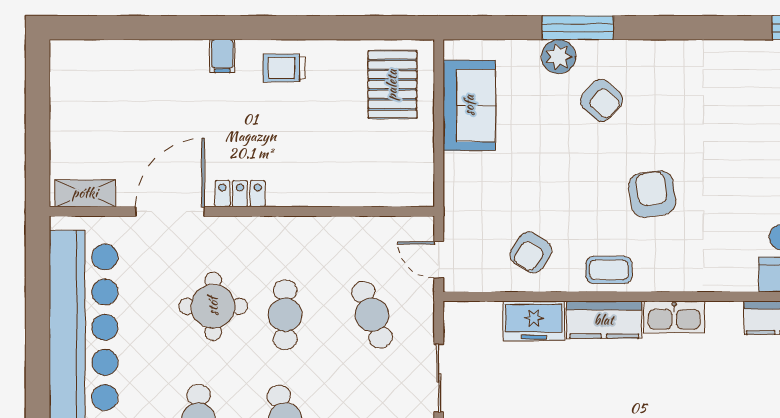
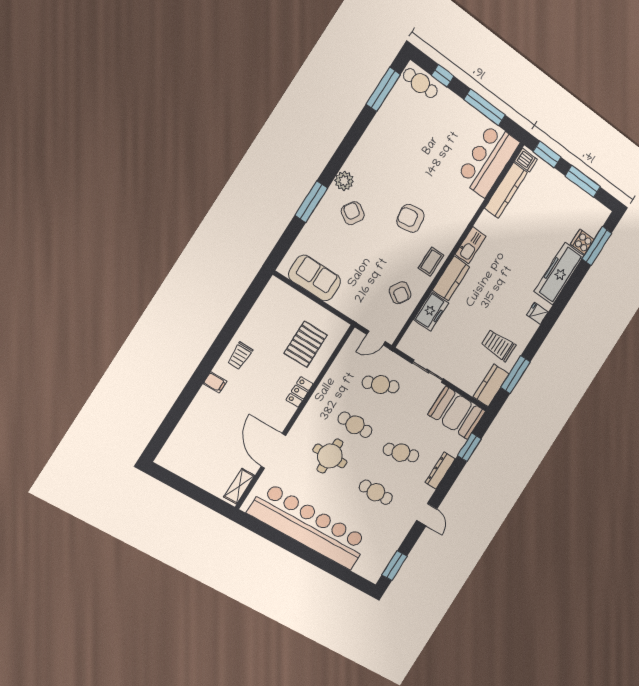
plant: (559, 57) -> (344, 181), moved
pallet: (392, 85) -> (306, 344), moved, turned 90
armchair: (602, 100) -> (353, 213), turned -99
locker: (240, 194) -> (300, 392), moved

